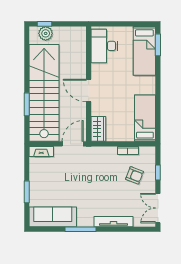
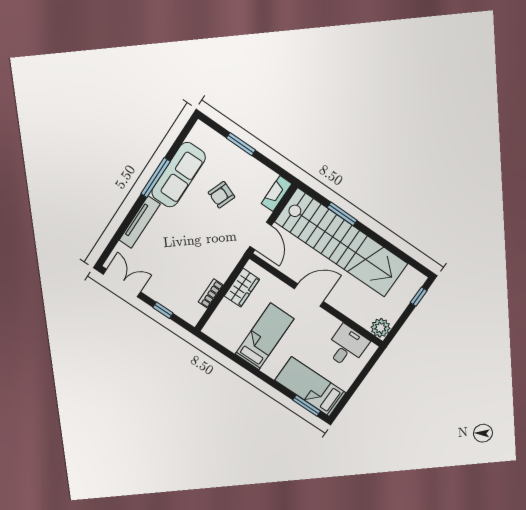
plant: (46, 33) -> (381, 328), moved
desk: (104, 46) -> (347, 346), width x0.73
bed: (145, 118) -> (265, 336), moved, turned -90
wardrobe: (98, 129) -> (242, 288), moved, turned -90
armchair: (134, 175) -> (221, 195), moved
sofa: (53, 217) -> (178, 175), moved

